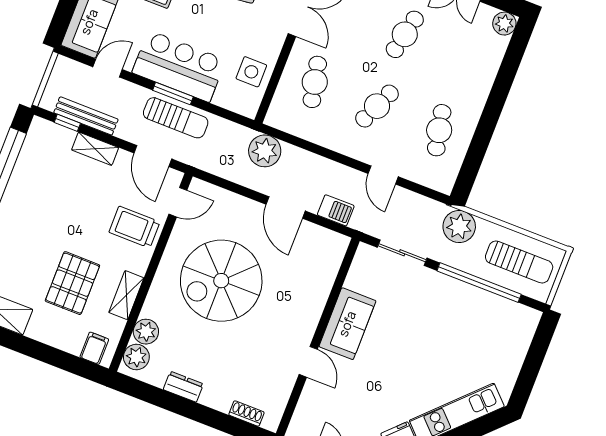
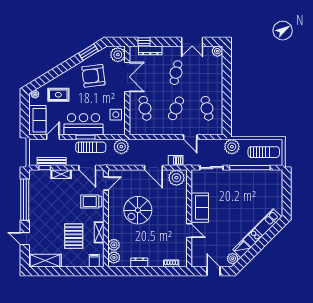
plant: (265, 151) -> (121, 147), moved
plant: (324, 246) -> (176, 178), added
spiral stairs: (221, 281) -> (138, 210), width x0.73, depth x0.73

